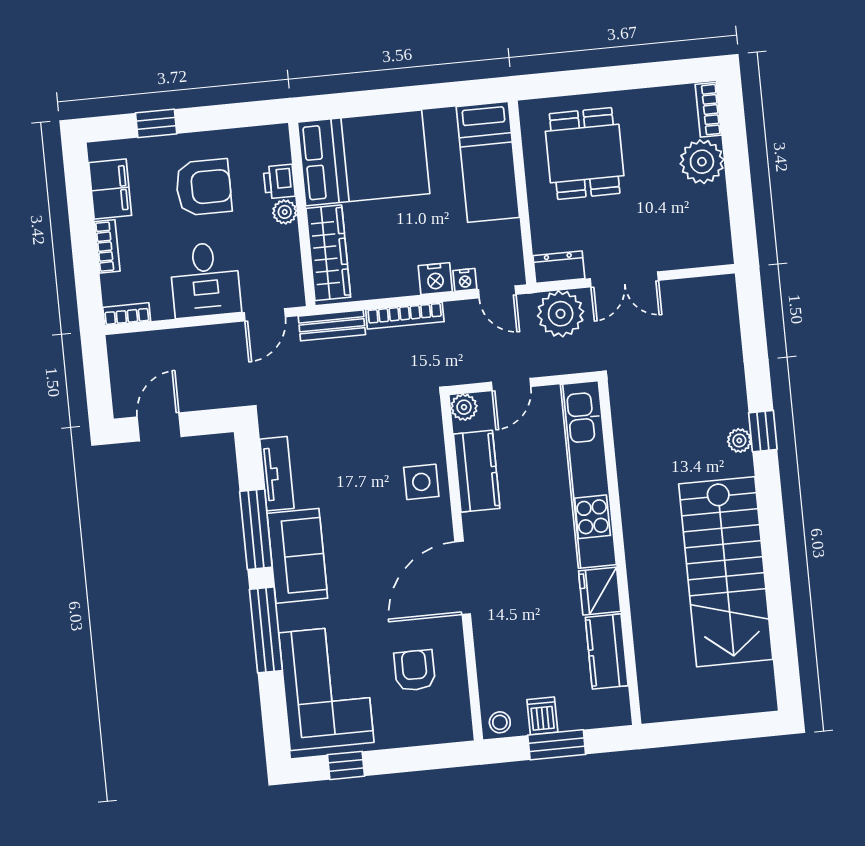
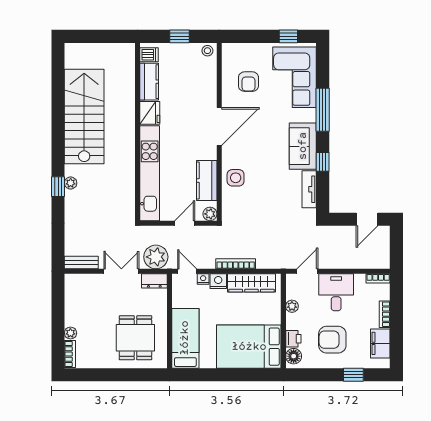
floor lamp: (275, 148) -> (294, 356), added
plant: (702, 162) -> (70, 333), width x0.53, depth x0.53
plant: (285, 212) -> (292, 306), moved
wardrobe: (328, 253) -> (251, 283), moved, turned -90
bench: (332, 325) -> (81, 262), moved
window: (256, 529) -> (323, 162), width x0.46
dishwasher: (542, 716) -> (149, 55), moved, turned -90
window: (557, 745) -> (179, 36), width x0.67

